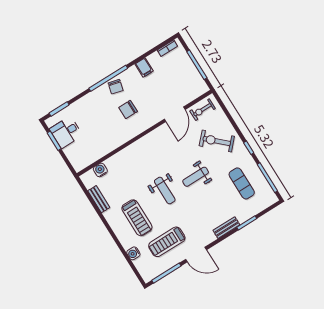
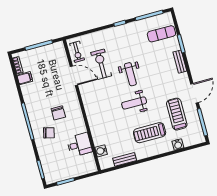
filing cabinet: (144, 68) -> (25, 78), moved
chair: (116, 87) -> (49, 133), moved
desk: (66, 132) -> (79, 145), moved, turned -90
exercise bike: (217, 141) -> (101, 64), moved, turned 137
exercise mat: (242, 183) -> (161, 34), moved
weight bench: (165, 191) -> (134, 103), turned 180
treadmill: (137, 218) -> (150, 133), turned 180
treadmill: (167, 242) -> (177, 114), turned 180

